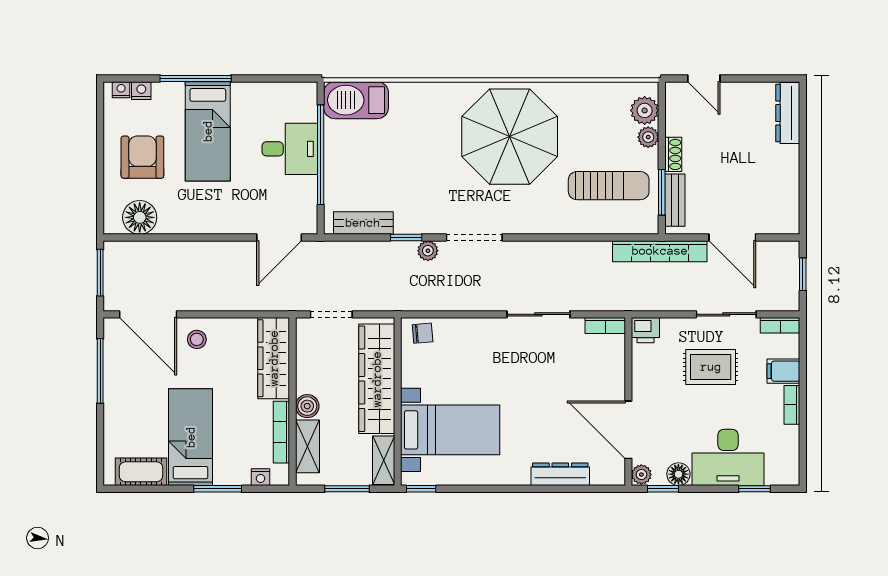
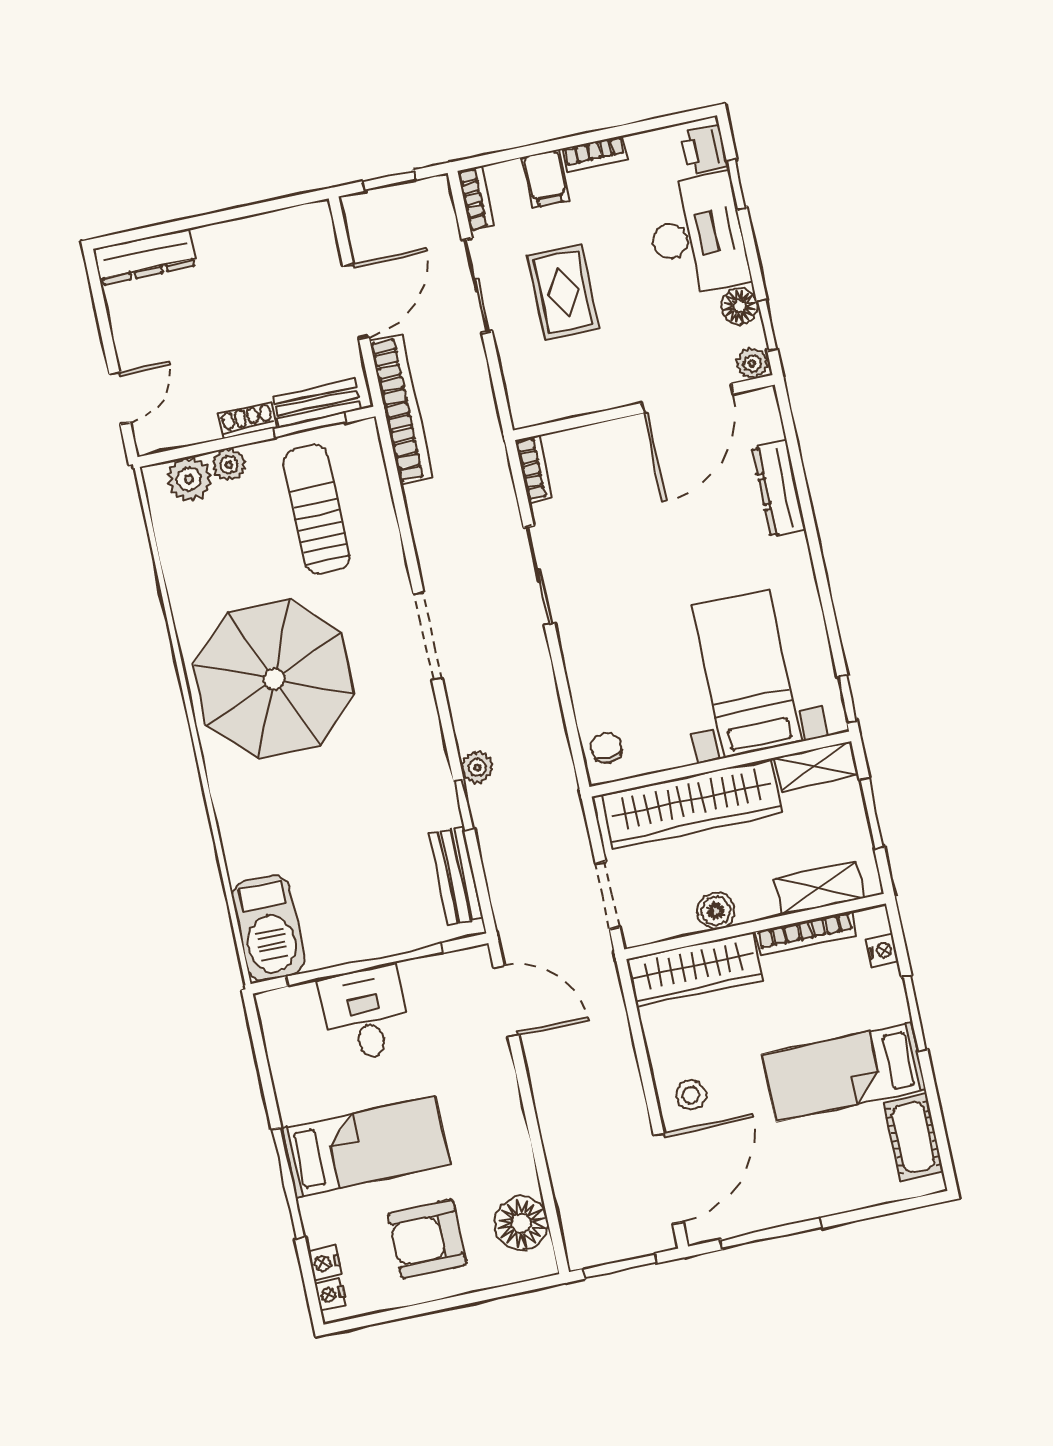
doorway: (474, 237) -> (428, 636), moved
printer: (645, 330) -> (704, 150), moved, turned 180
boiler: (307, 406) -> (716, 911), moved

